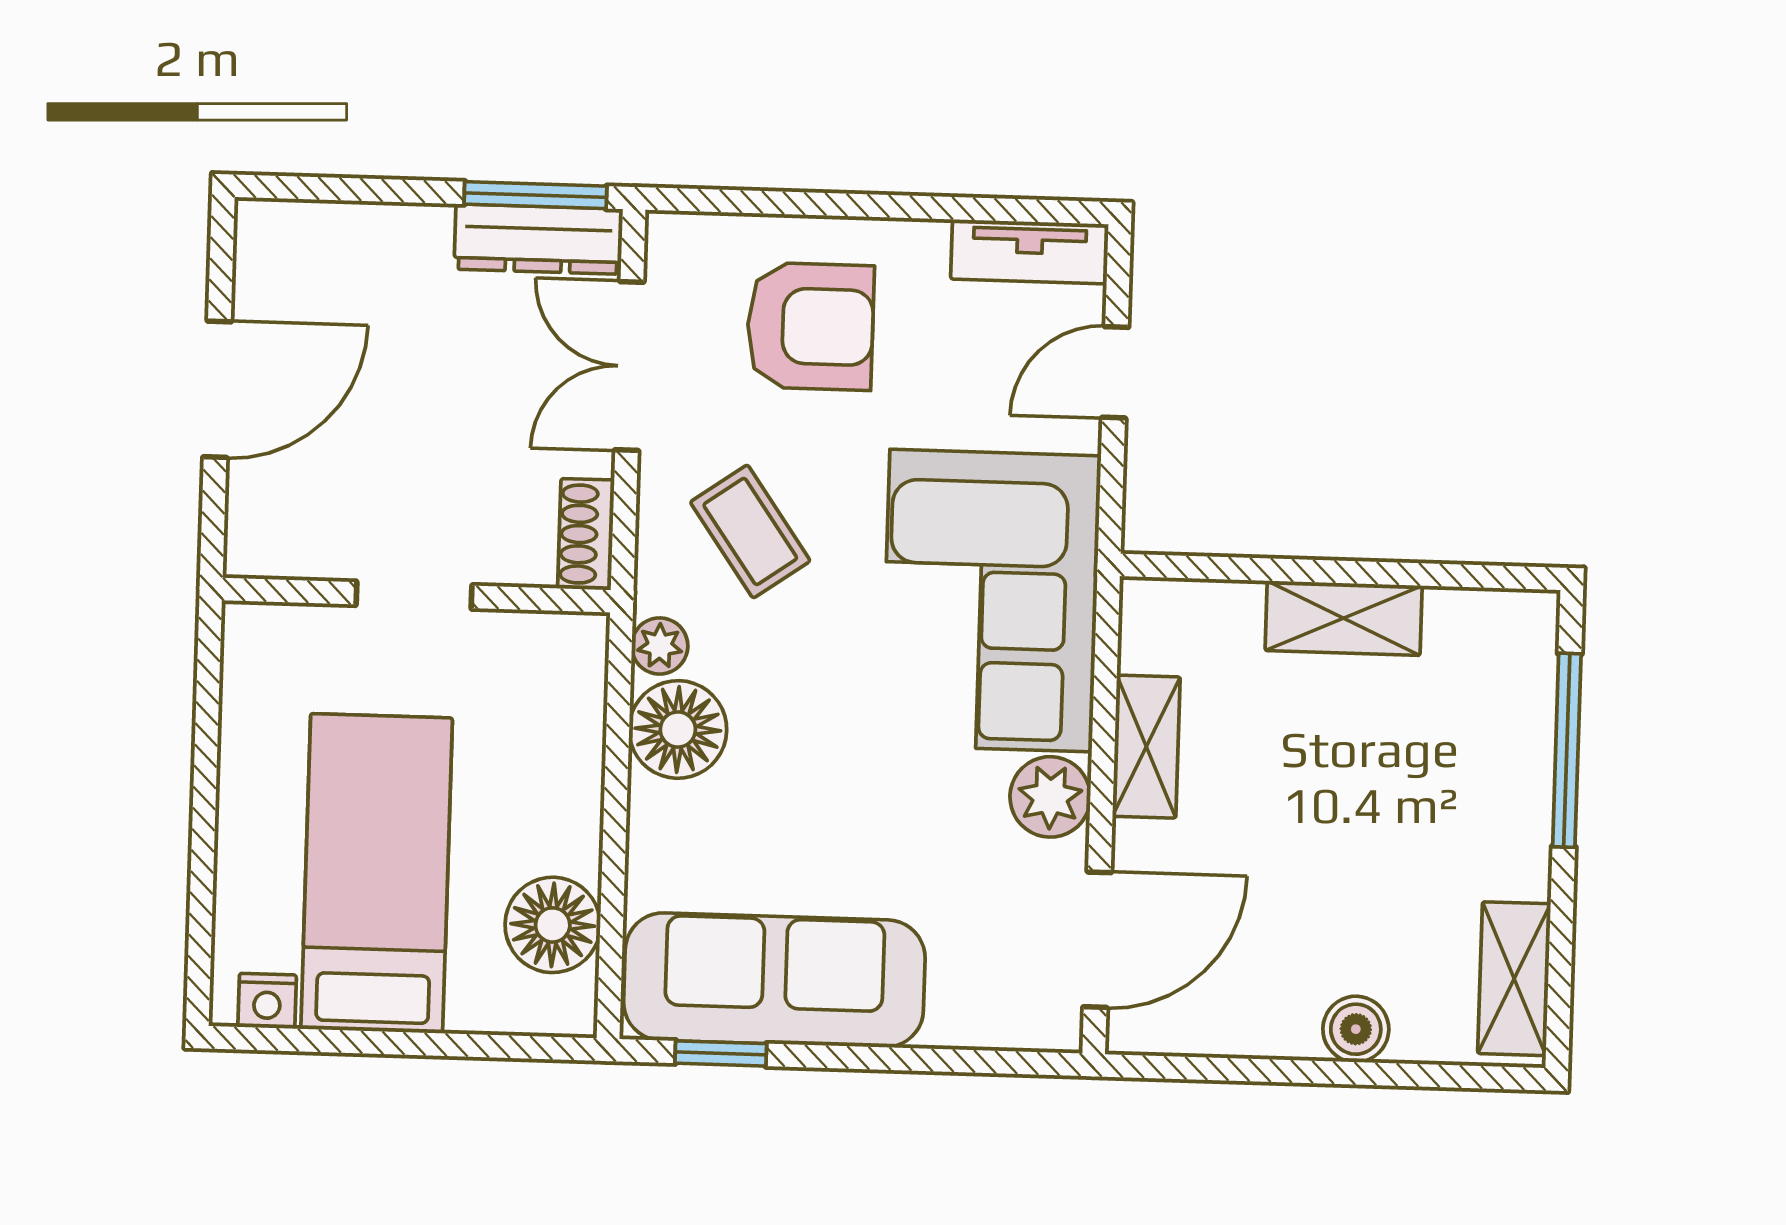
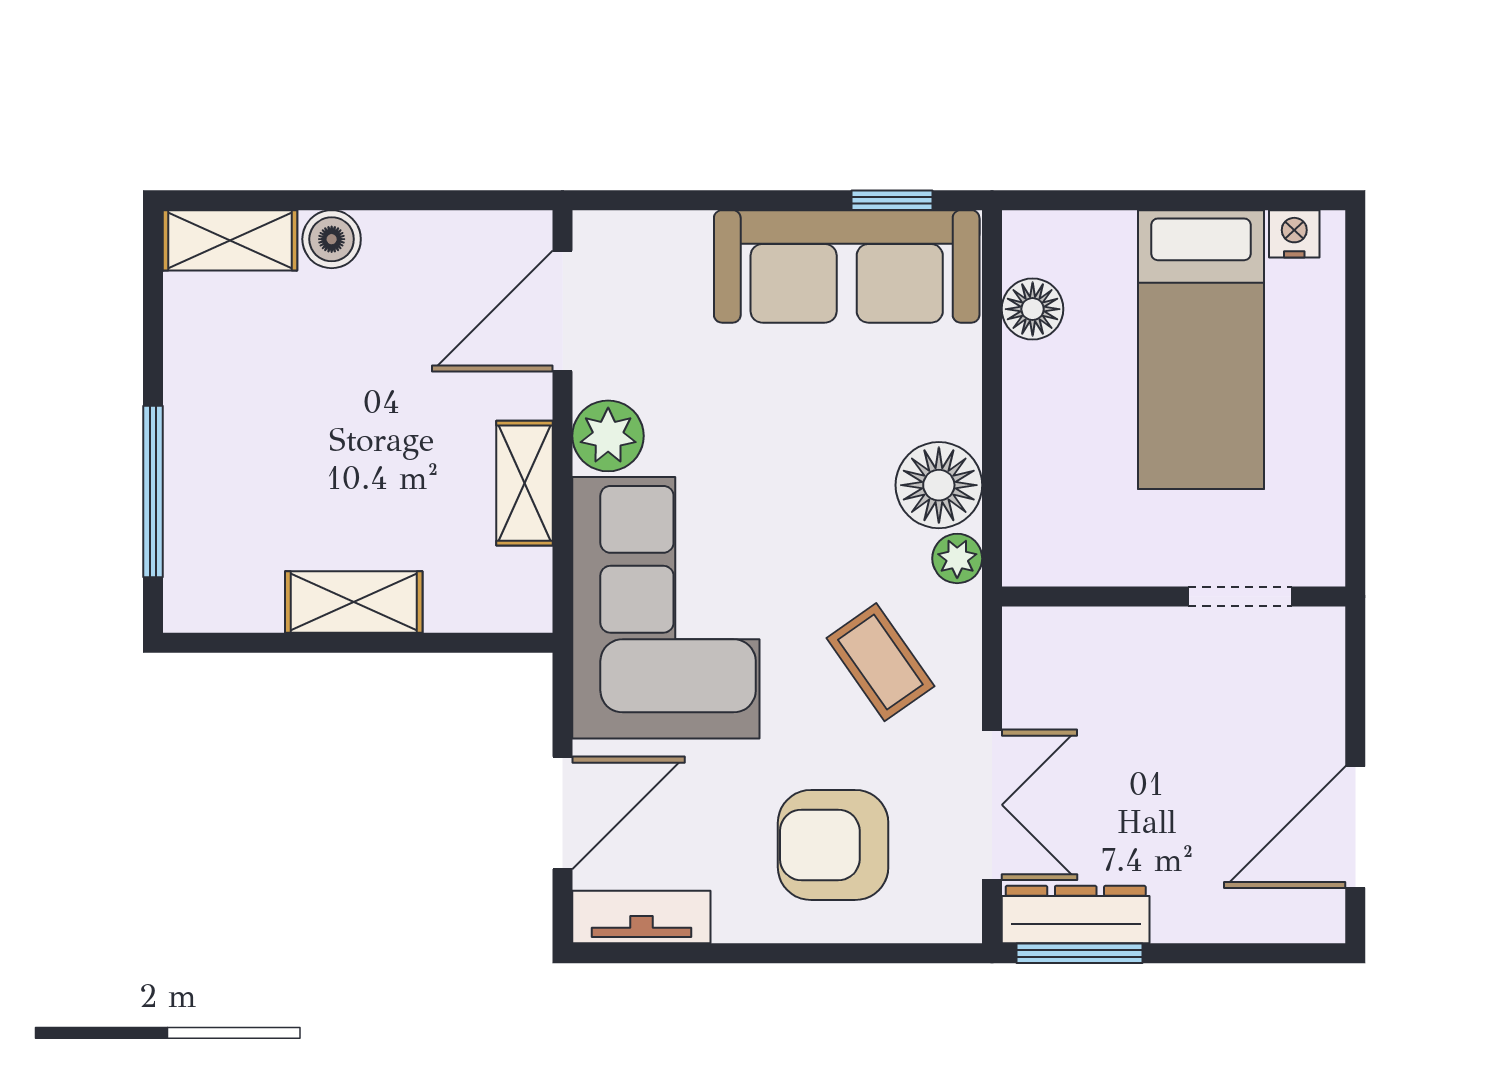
door: (1115, 372) -> (563, 813), width x1.38
door: (217, 389) -> (1355, 827), moved
shoe rack: (586, 534) -> (1025, 655), removed
doorway: (414, 595) -> (1240, 597), moved
floor lamp: (553, 925) -> (1033, 309), width x0.73, depth x0.73
shelving: (1514, 979) -> (230, 240), moved, turned 90

